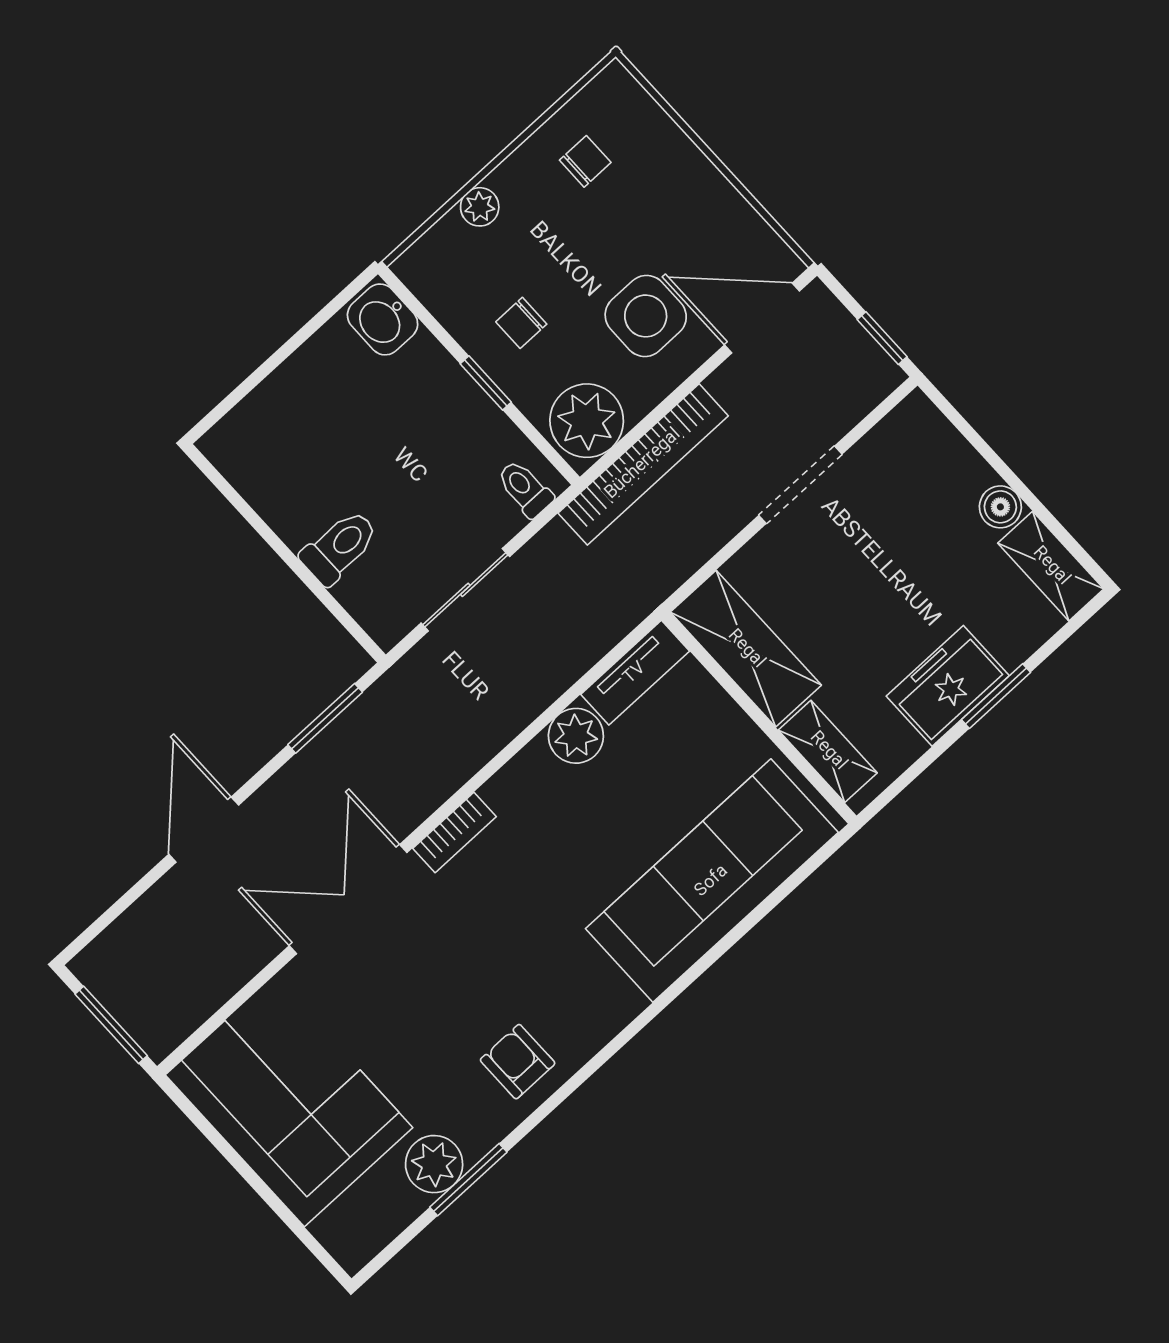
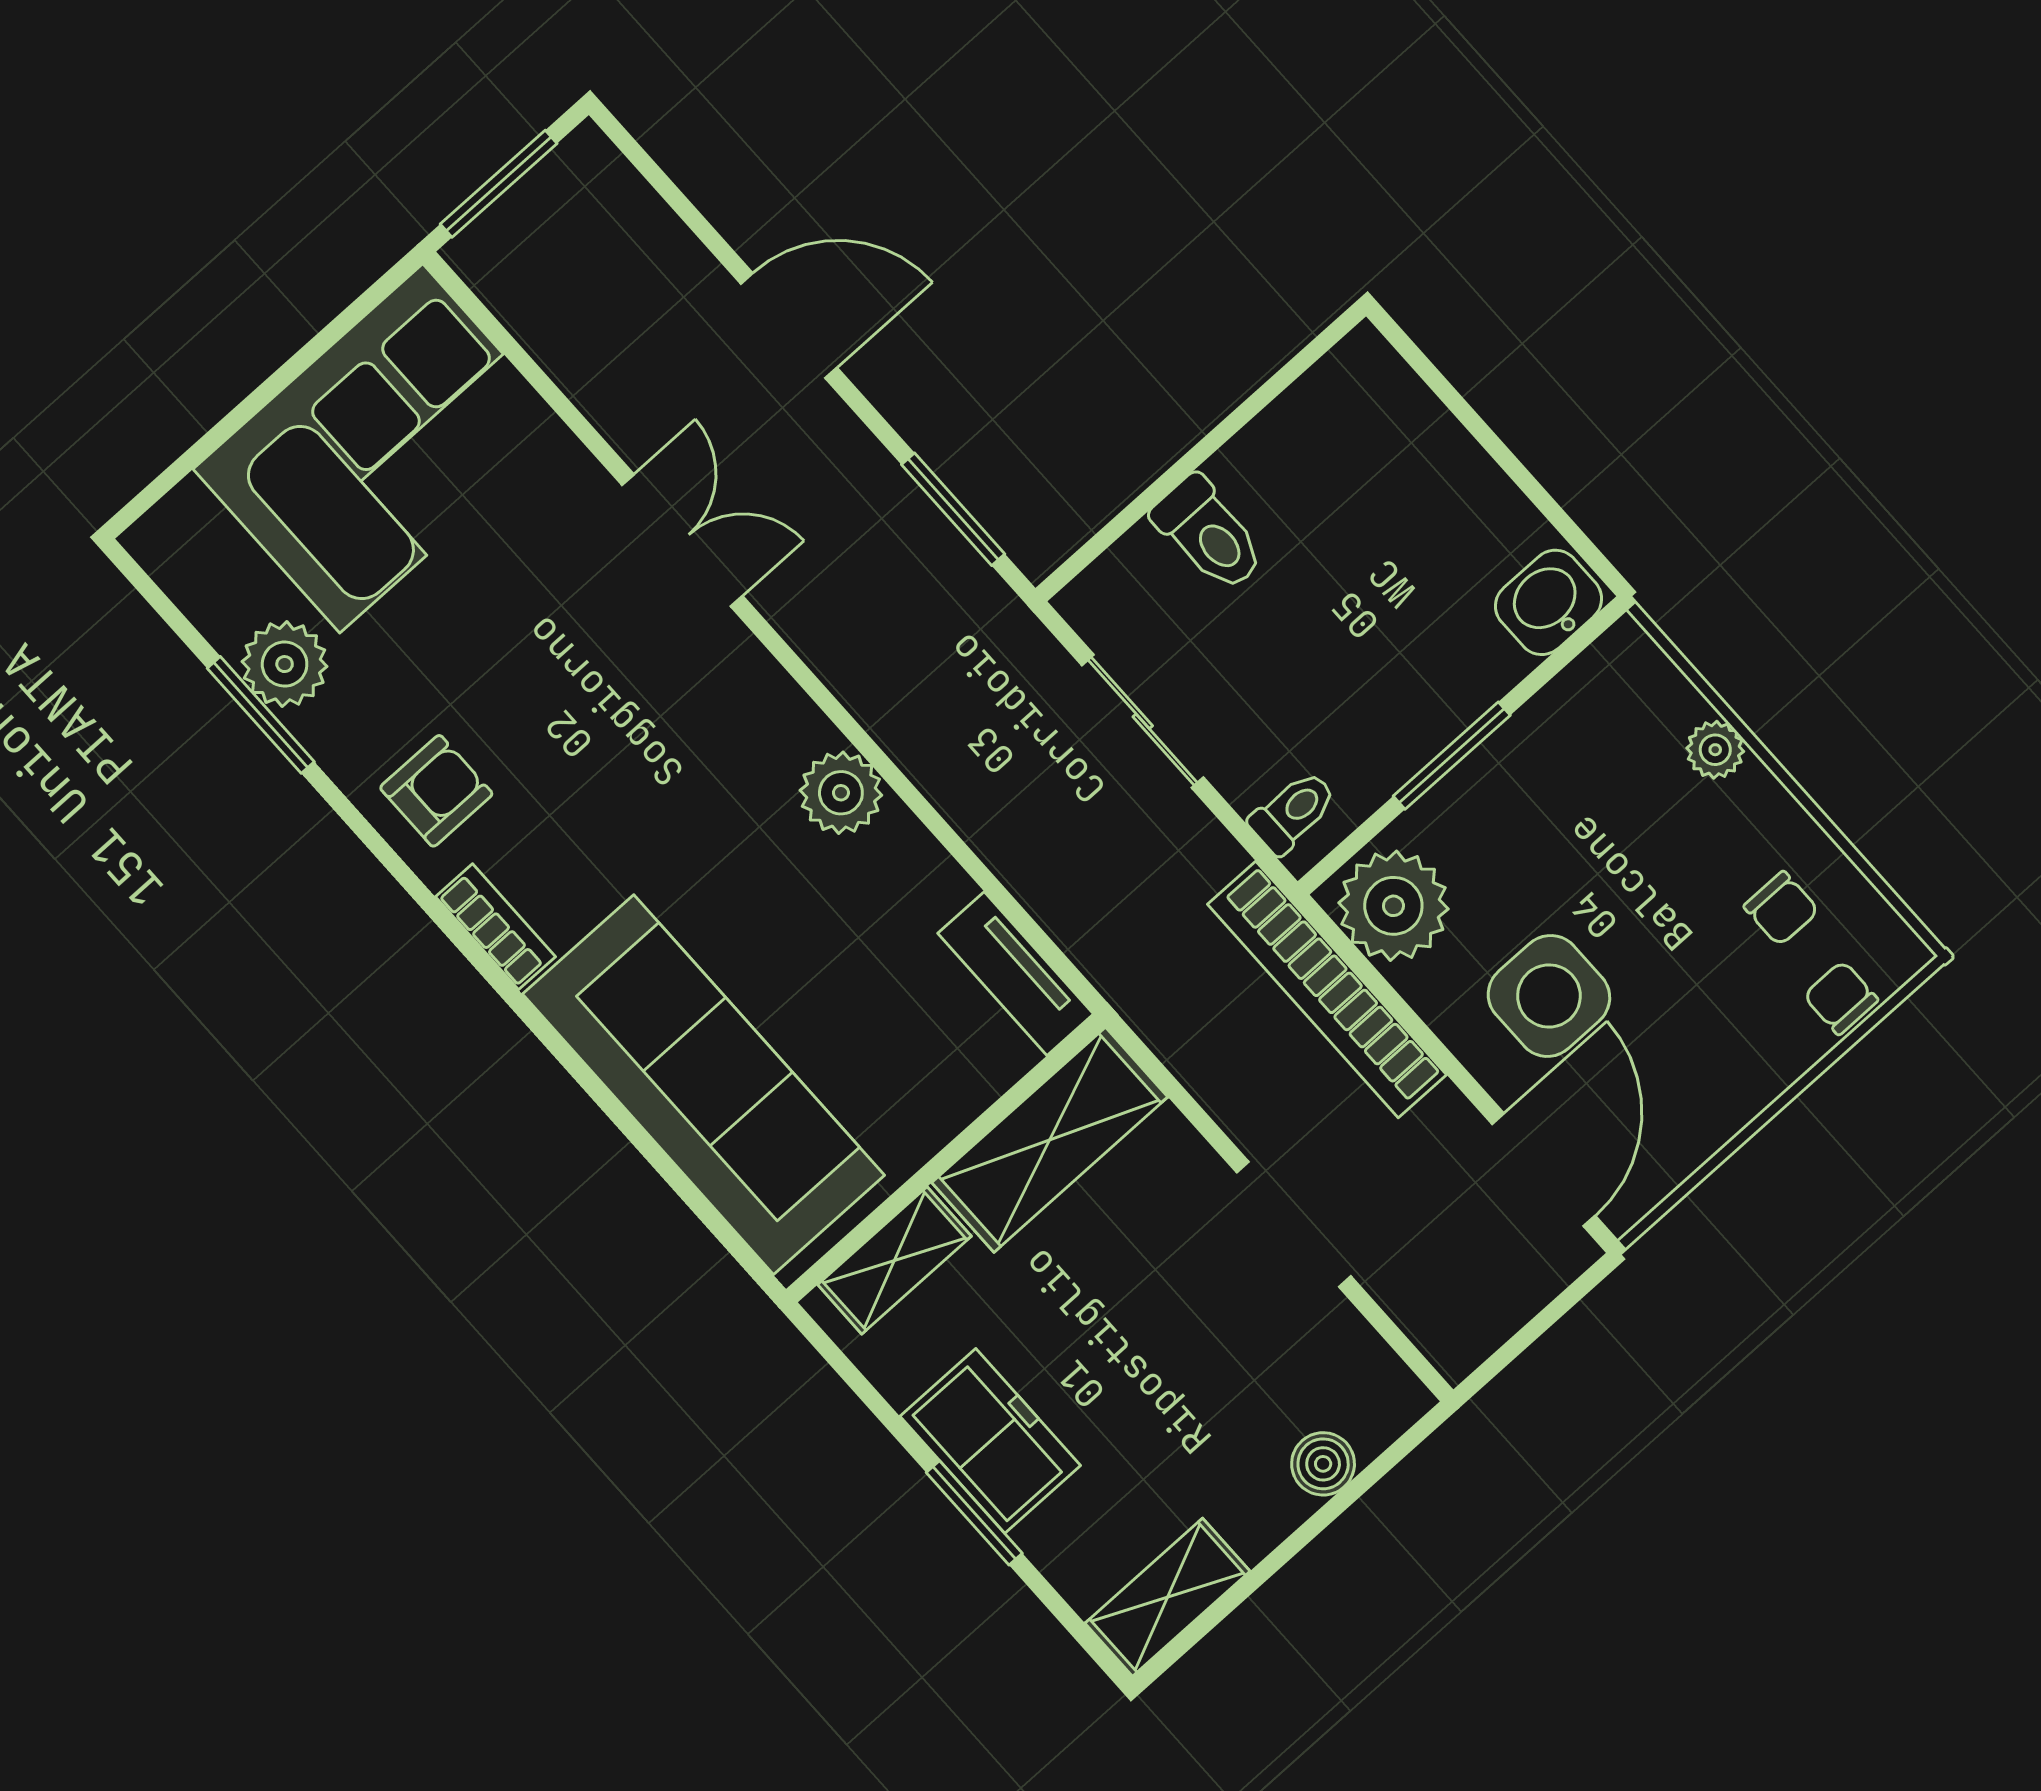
chair: (521, 323) -> (1841, 998), moved
window: (882, 338) -> (1512, 1349), removed
window: (486, 383) -> (1452, 756), width x1.50
boiler: (1000, 507) -> (1323, 1464), moved
plant: (576, 736) -> (841, 793), moved
bookcase: (454, 832) -> (495, 927), moved, turned 180
double door: (348, 899) -> (682, 540), width x0.73

